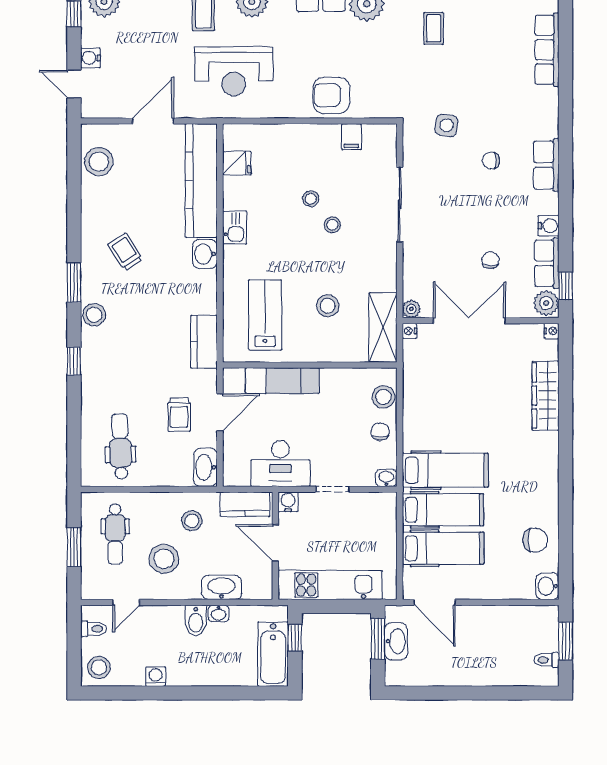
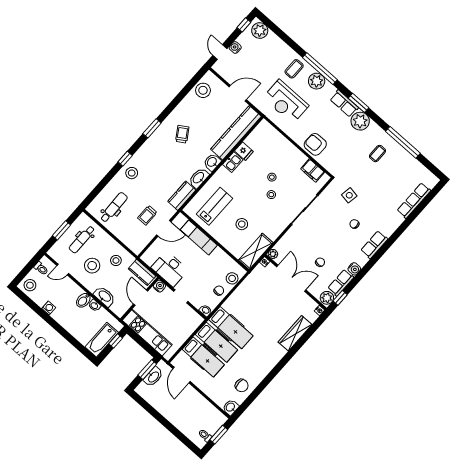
filing cabinet: (351, 137) -> (313, 171), width x2.00
fridge: (237, 163) -> (244, 151), moved
stool: (94, 315) -> (132, 173), moved
washbasin: (205, 467) -> (199, 178), moved

